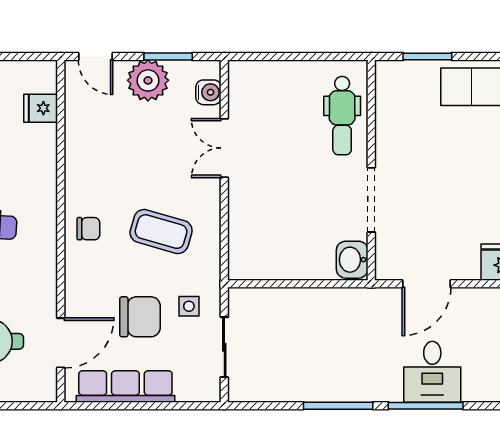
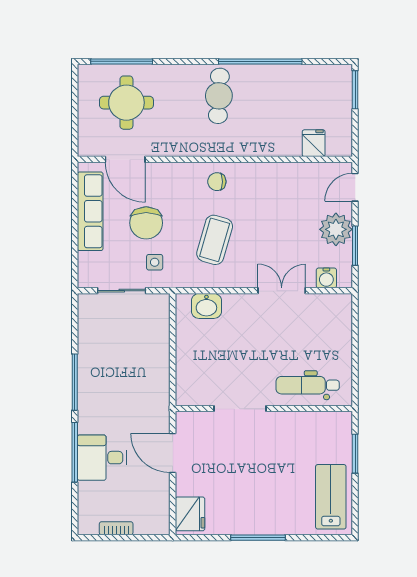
chair: (88, 229) -> (217, 182), turned 90
washbasin: (352, 260) -> (206, 306), moved, turned 180

